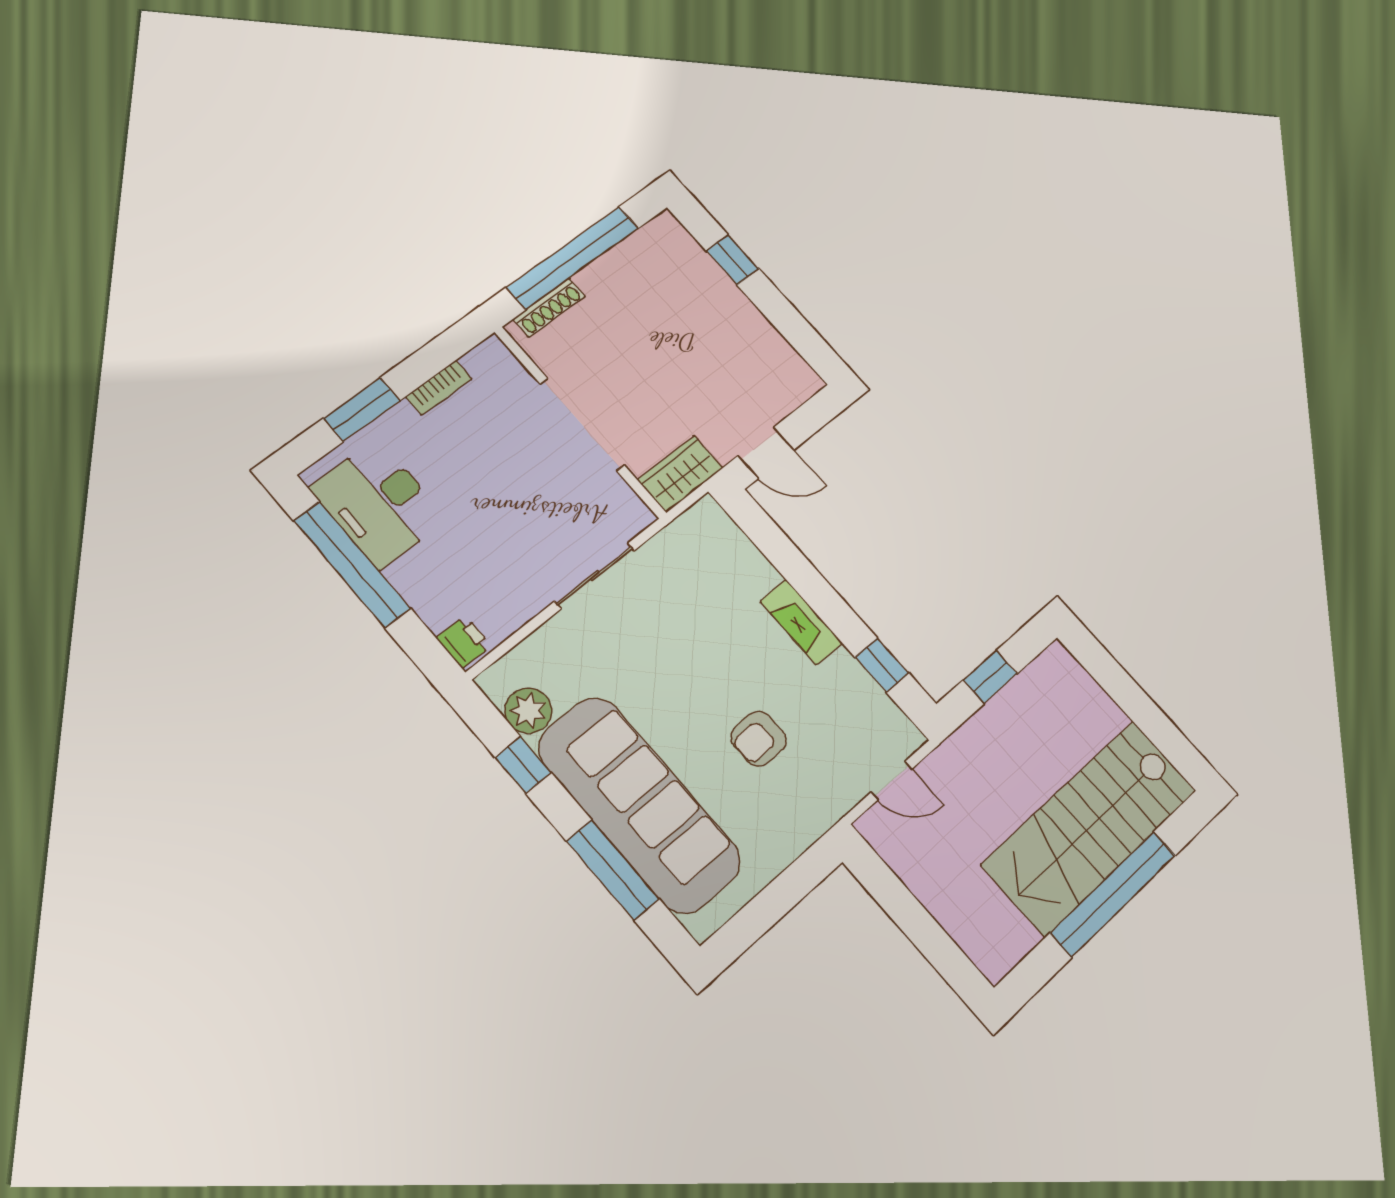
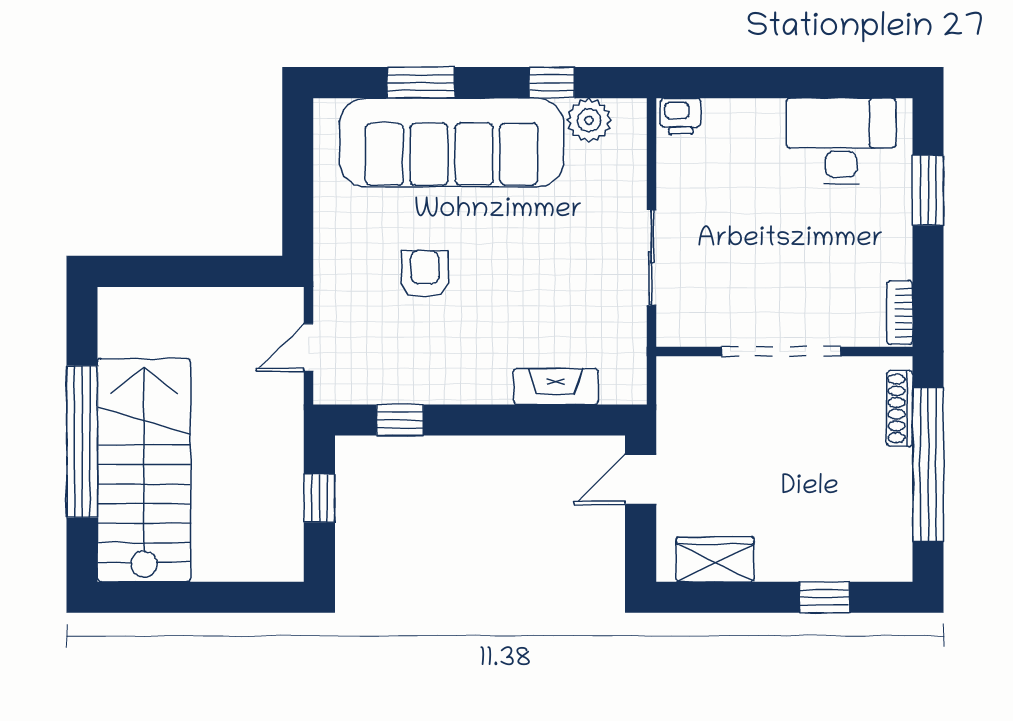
bookcase: (439, 388) -> (900, 313), moved
wardrobe: (680, 474) -> (715, 559), moved, turned -90
window: (352, 564) -> (808, 83), removed
fireplace: (801, 622) -> (556, 387), moved
window: (613, 870) -> (421, 83), width x0.69

